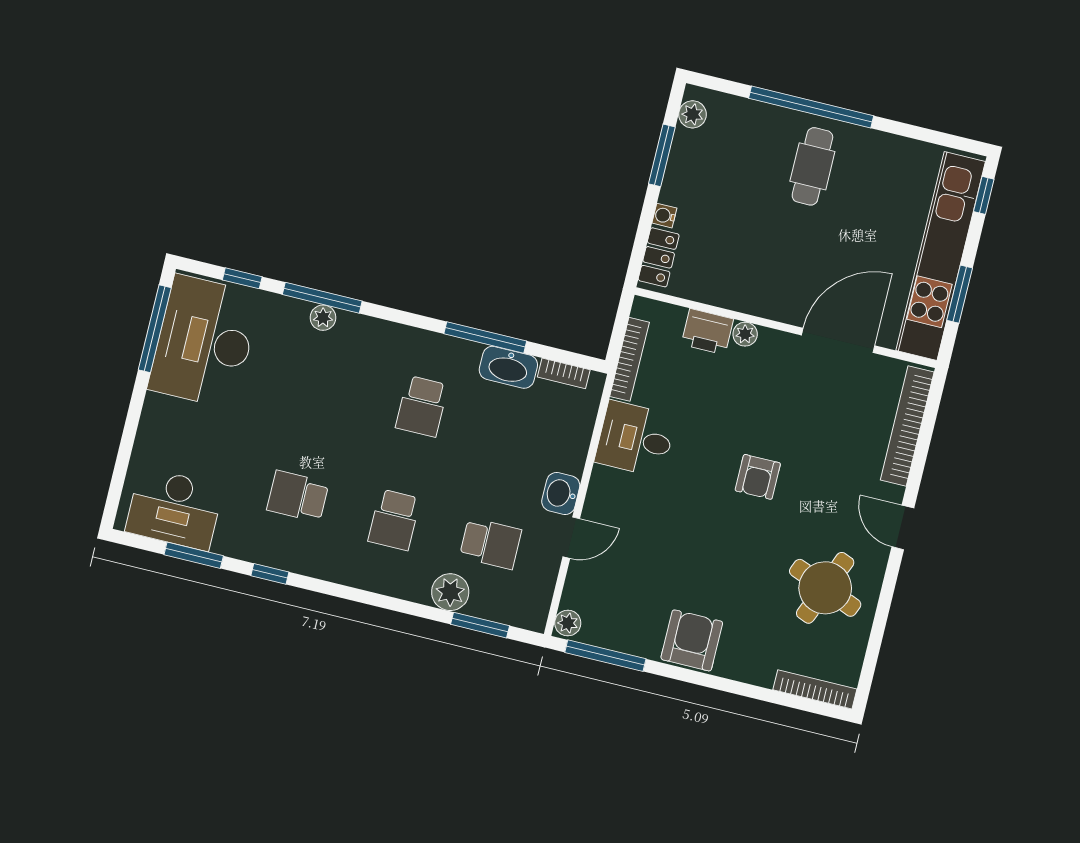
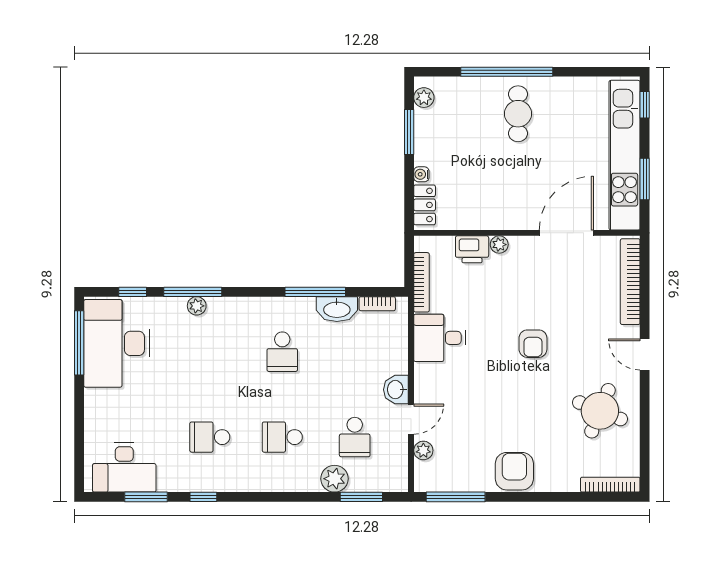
school desk: (394, 520) -> (282, 437), turned 90
school desk: (491, 543) -> (355, 437), turned 90
plant: (568, 623) -> (423, 450), moved

